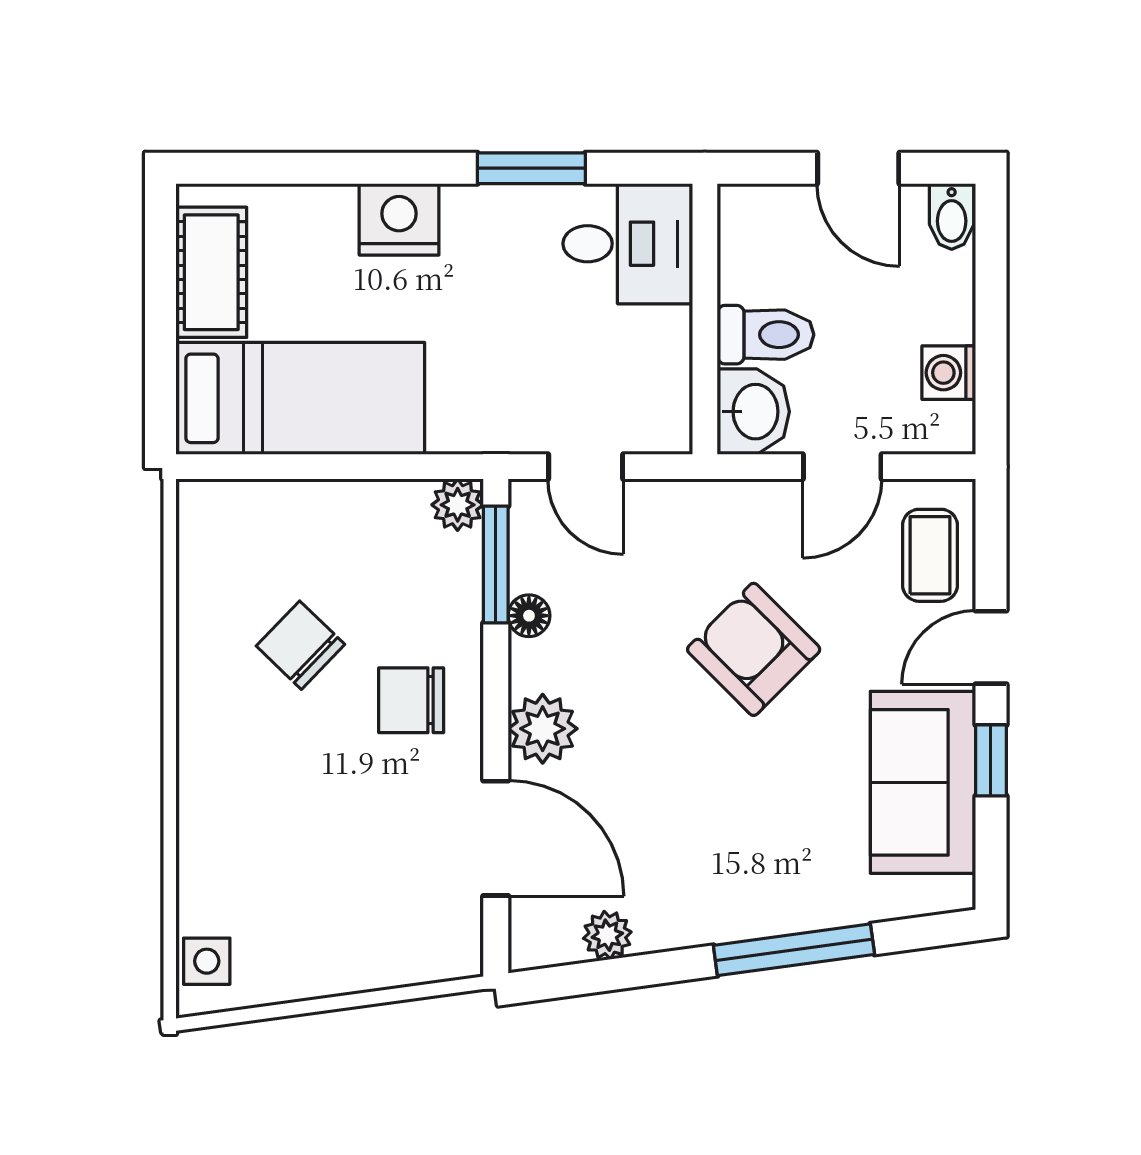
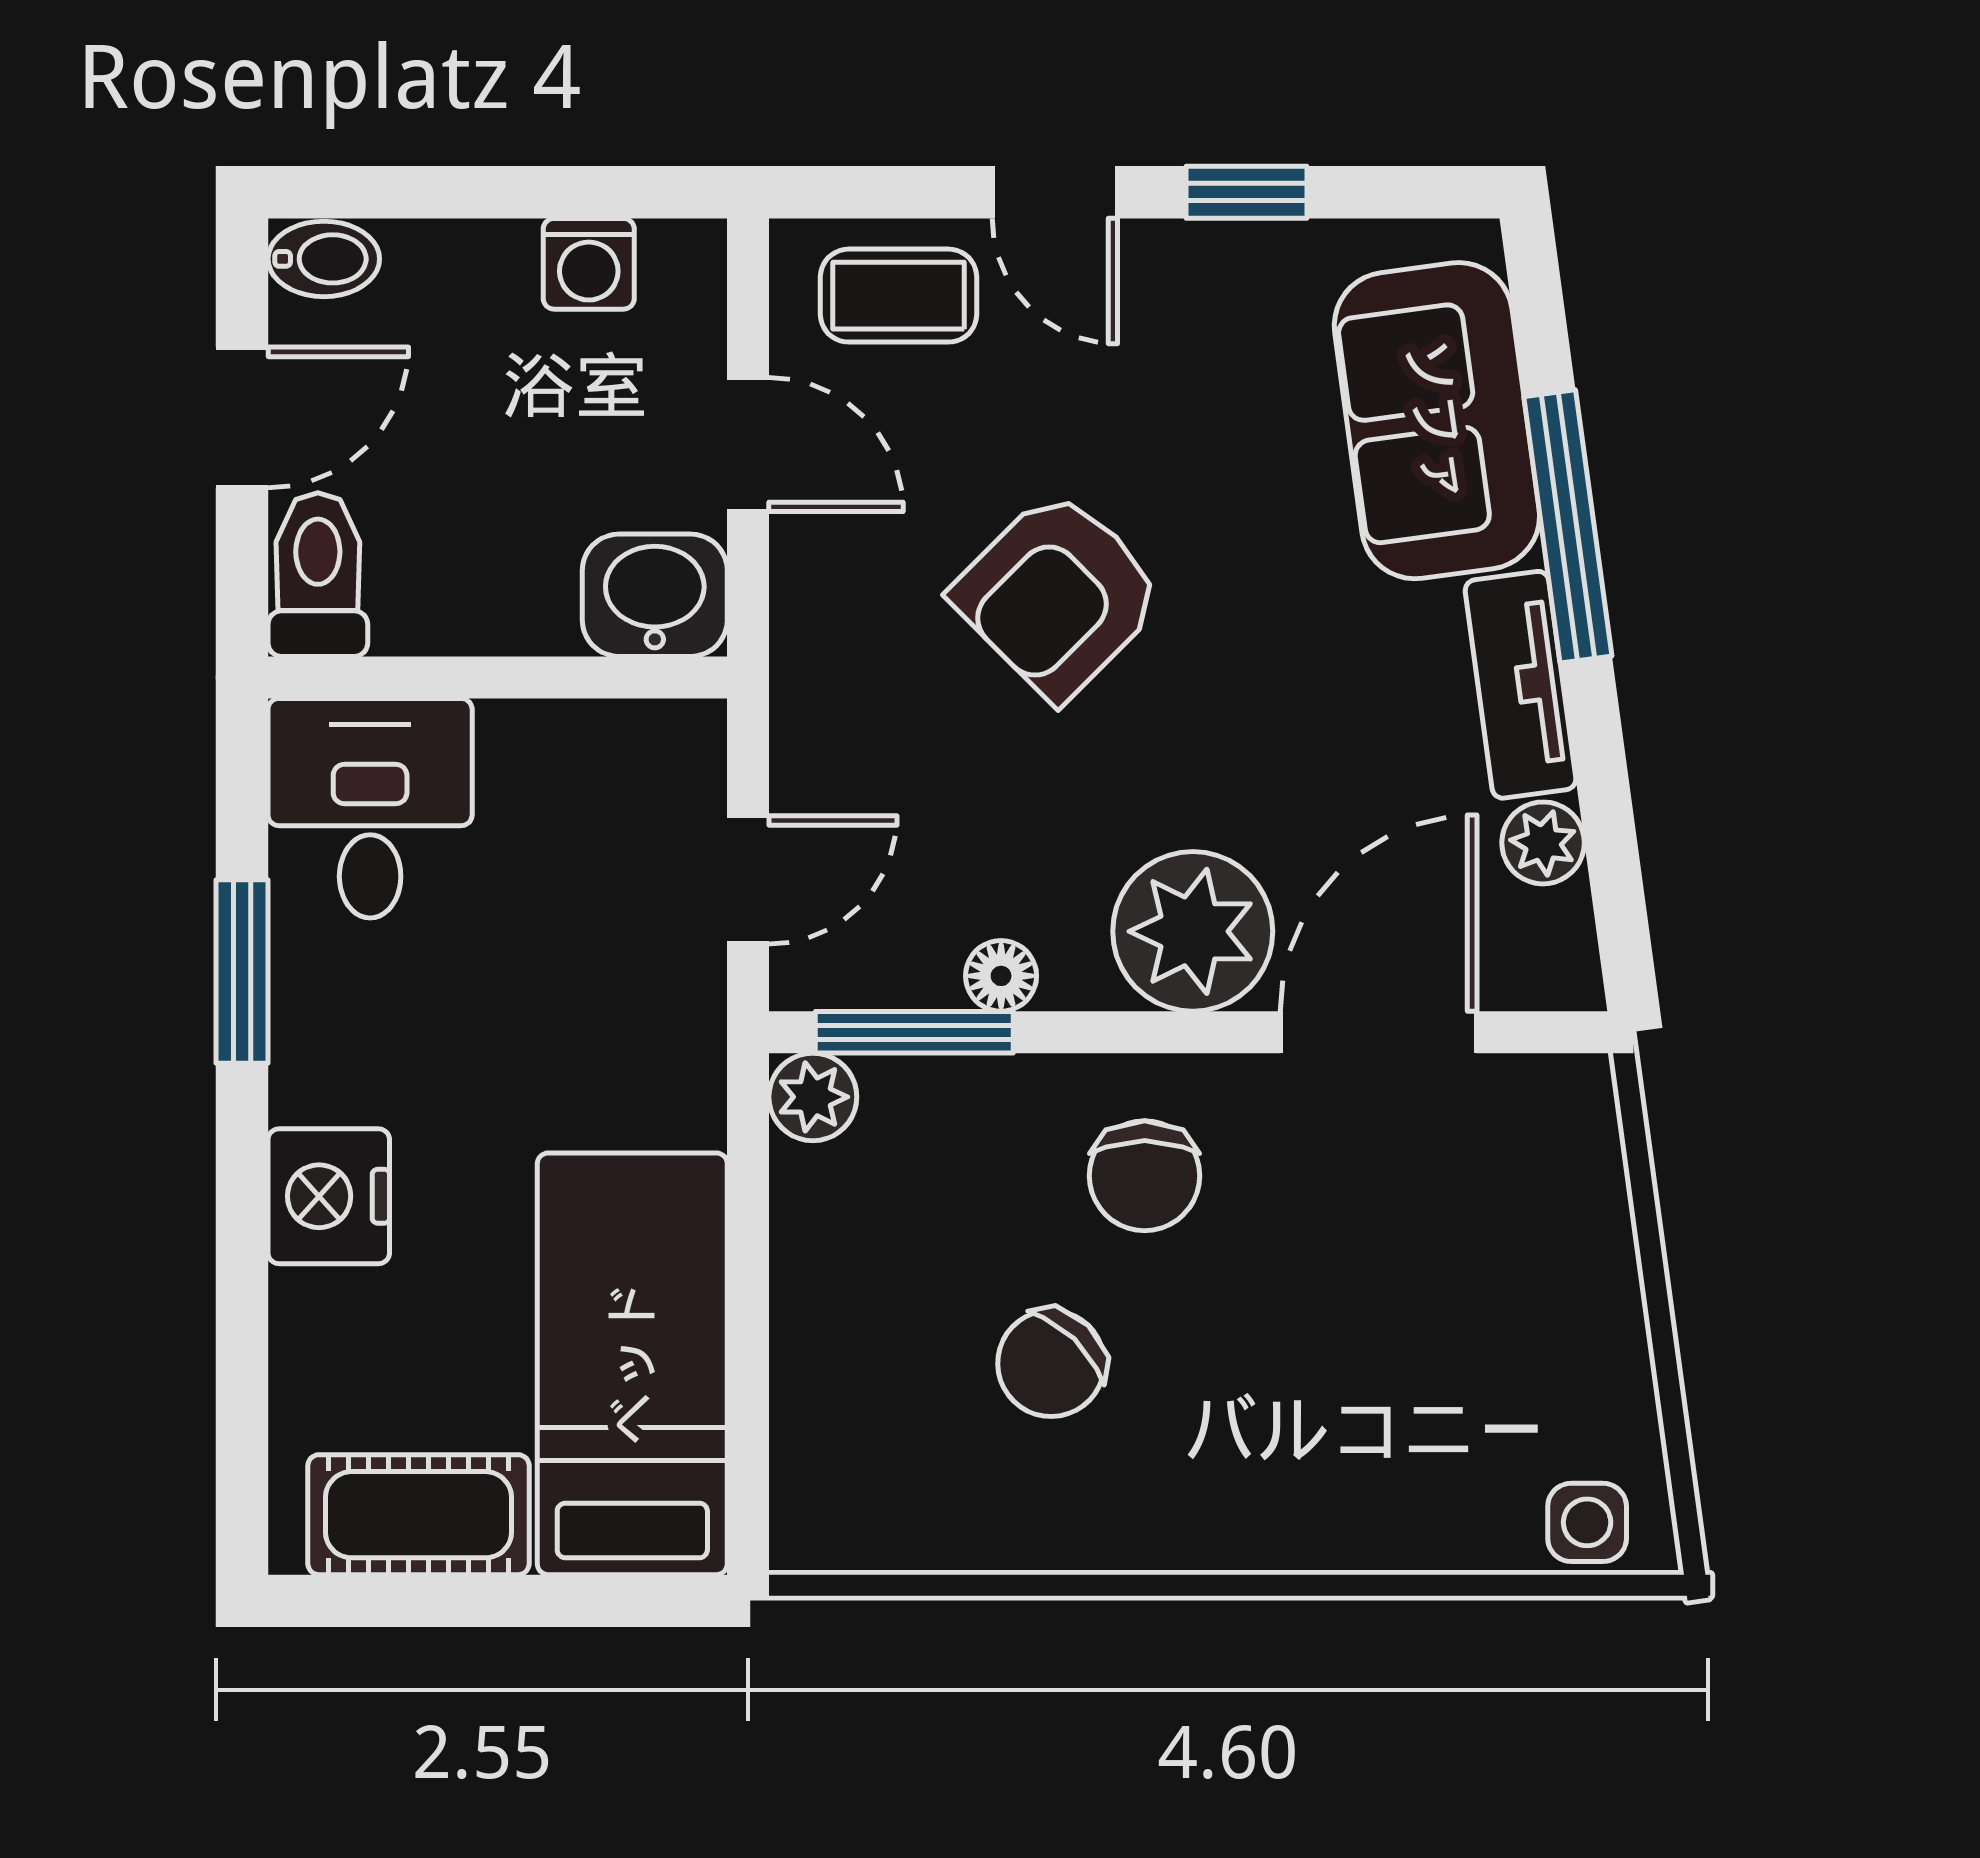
toilet: (765, 335) -> (318, 575), moved
plant: (543, 729) -> (1193, 931), width x1.36, depth x1.36
sofa: (923, 782) -> (1437, 421), moved, turned 82
tv unit: (701, 922) -> (1521, 685), added

